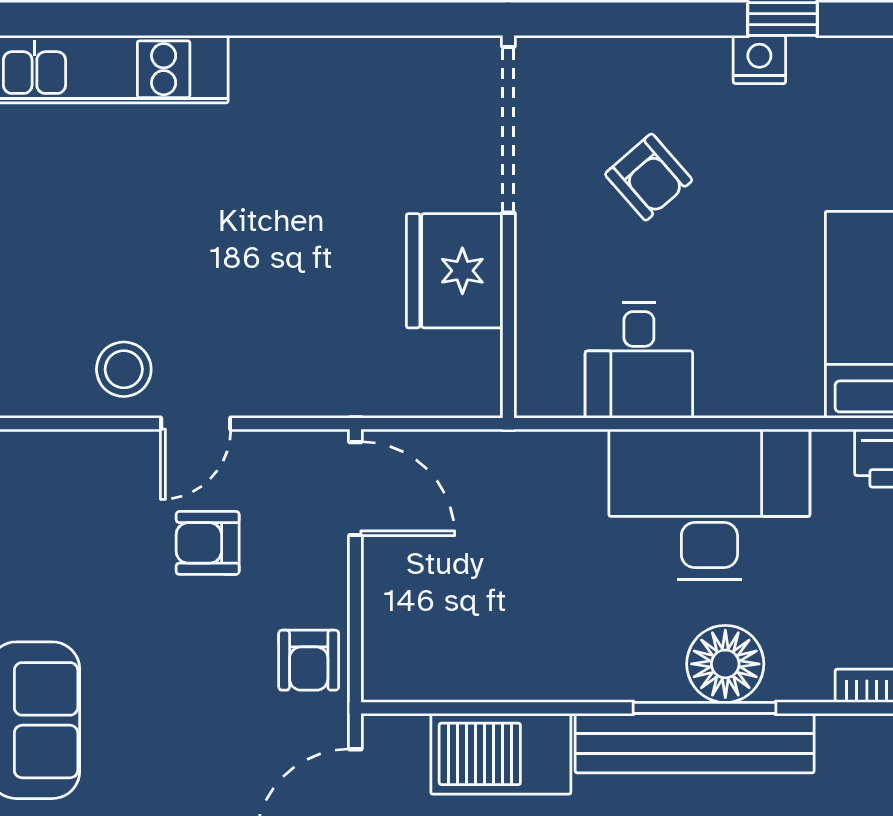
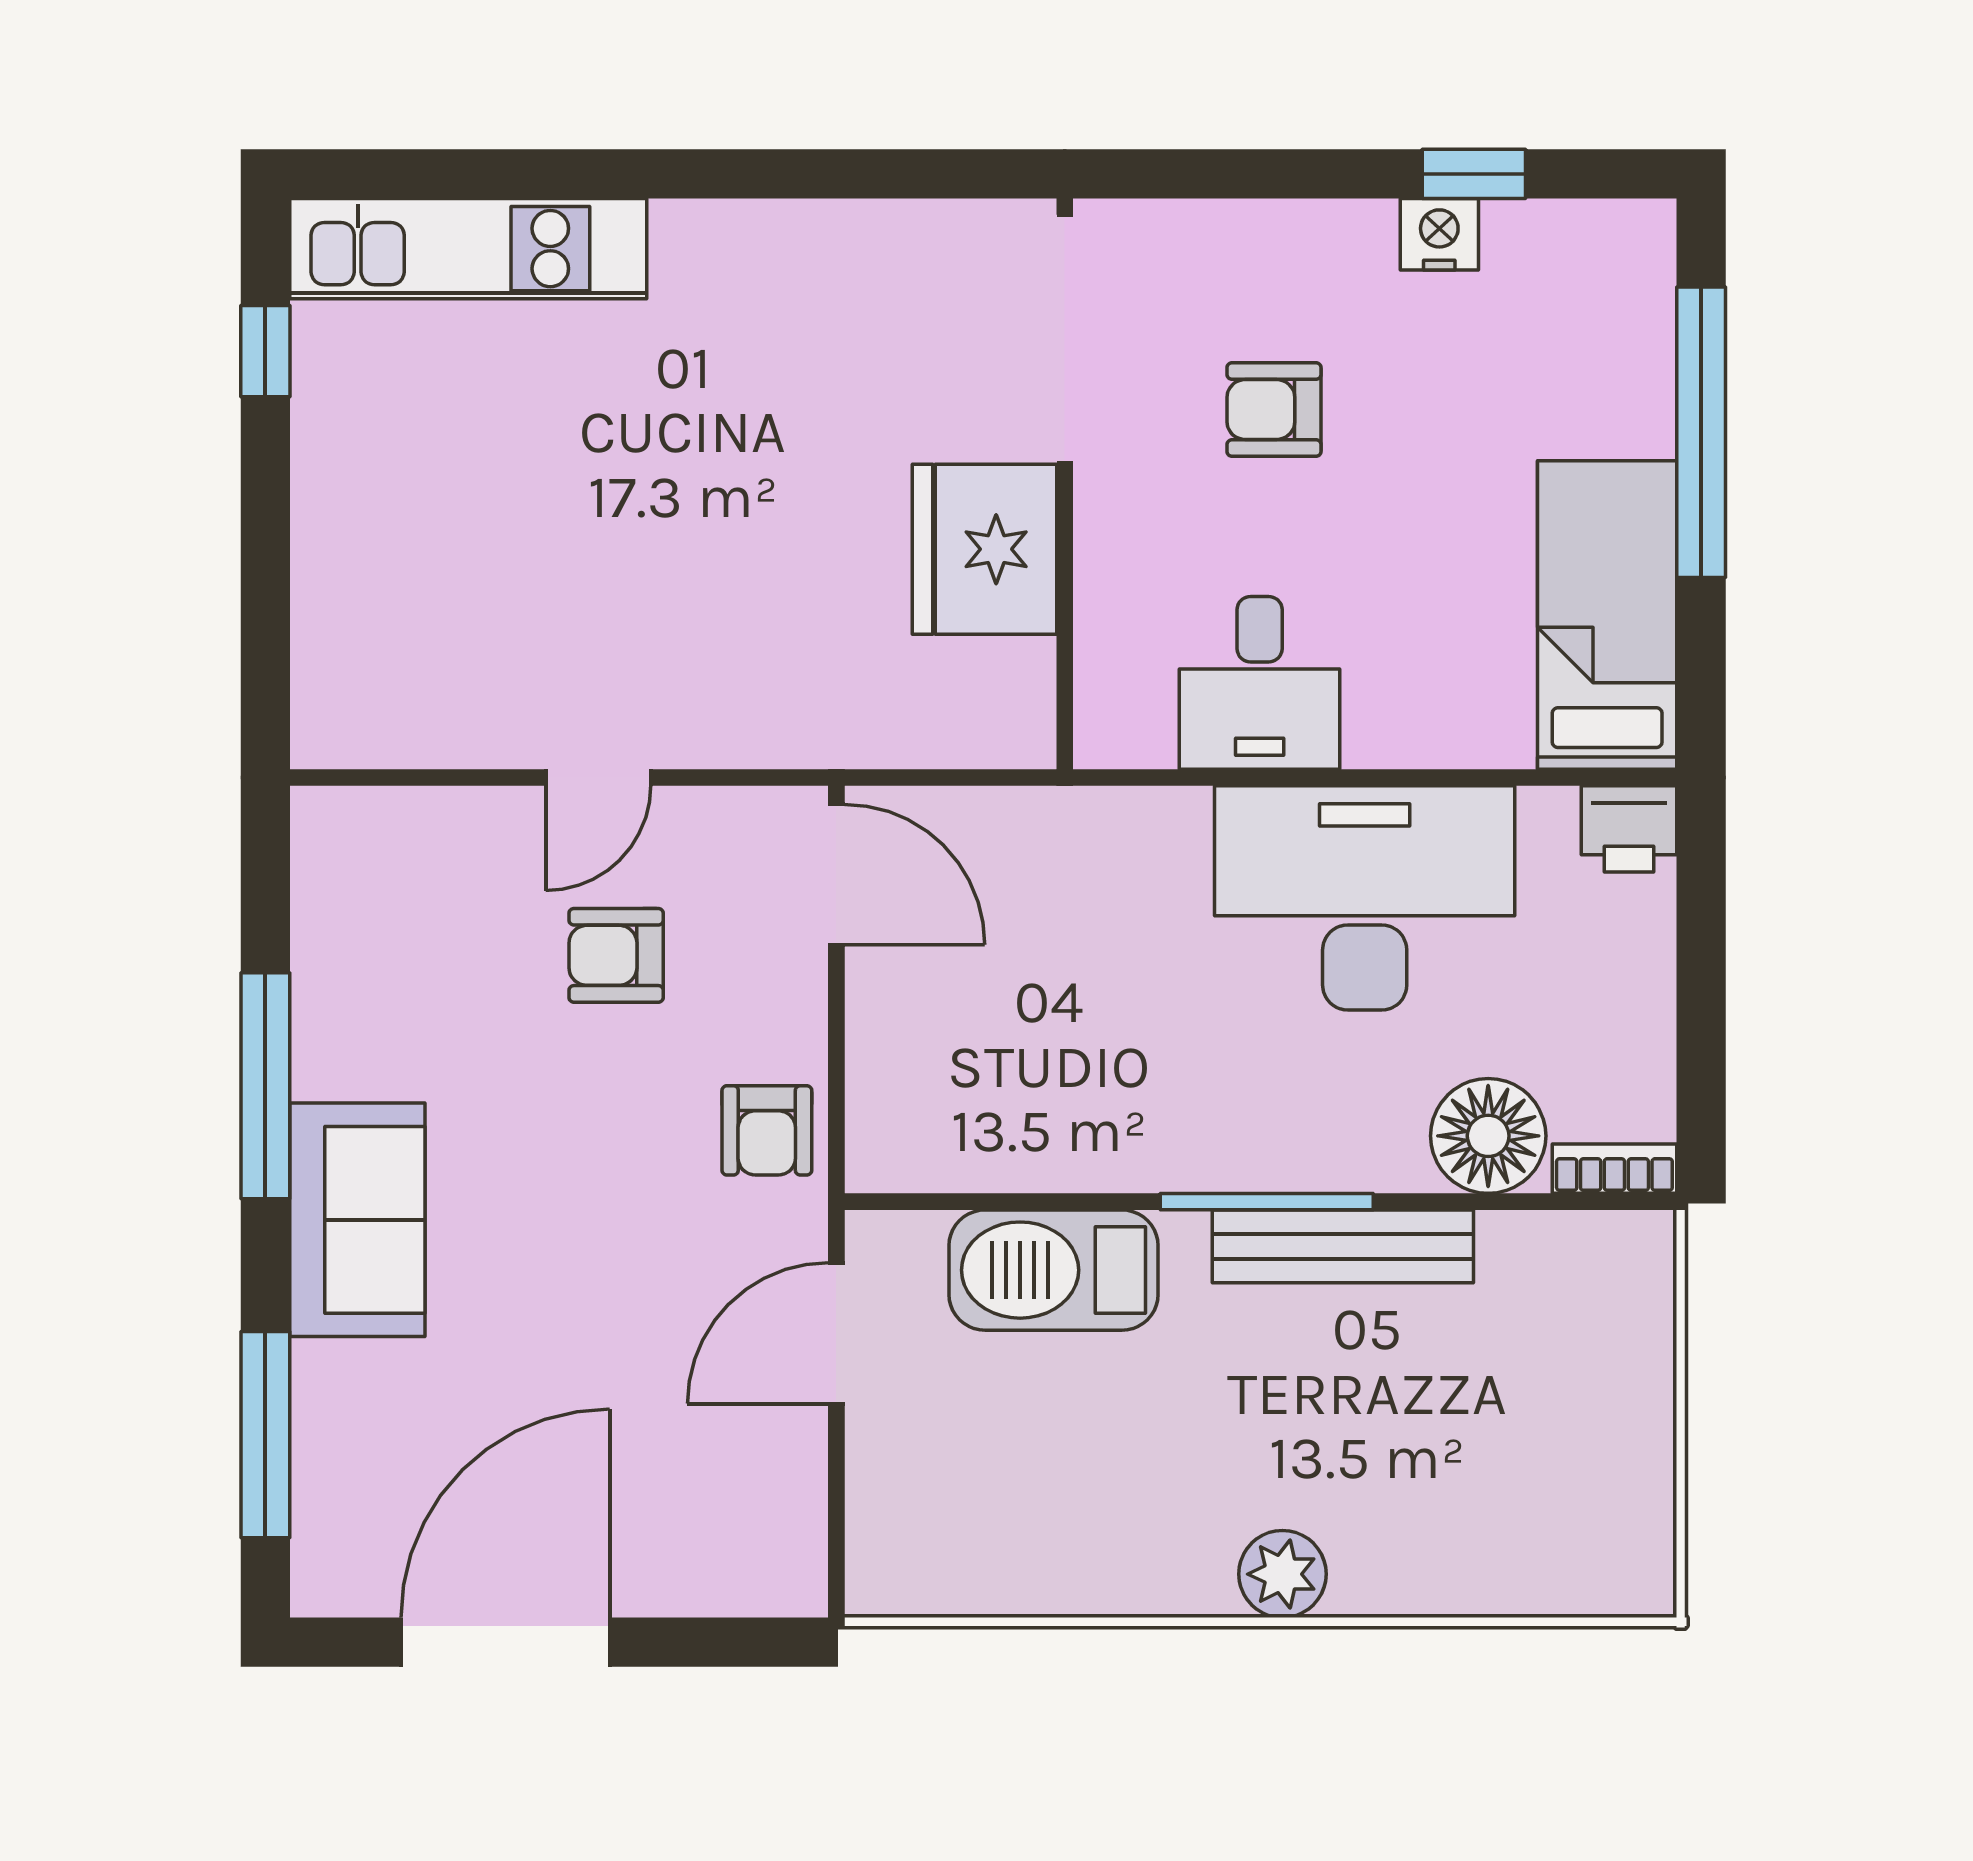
armchair: (649, 177) -> (1274, 410), turned 131
stool: (124, 369) -> (491, 696), removed
floor lamp: (725, 664) -> (1488, 1136), moved
window: (704, 708) -> (1267, 1202), moved
bench: (695, 743) -> (1343, 1246), width x0.73, depth x0.82

